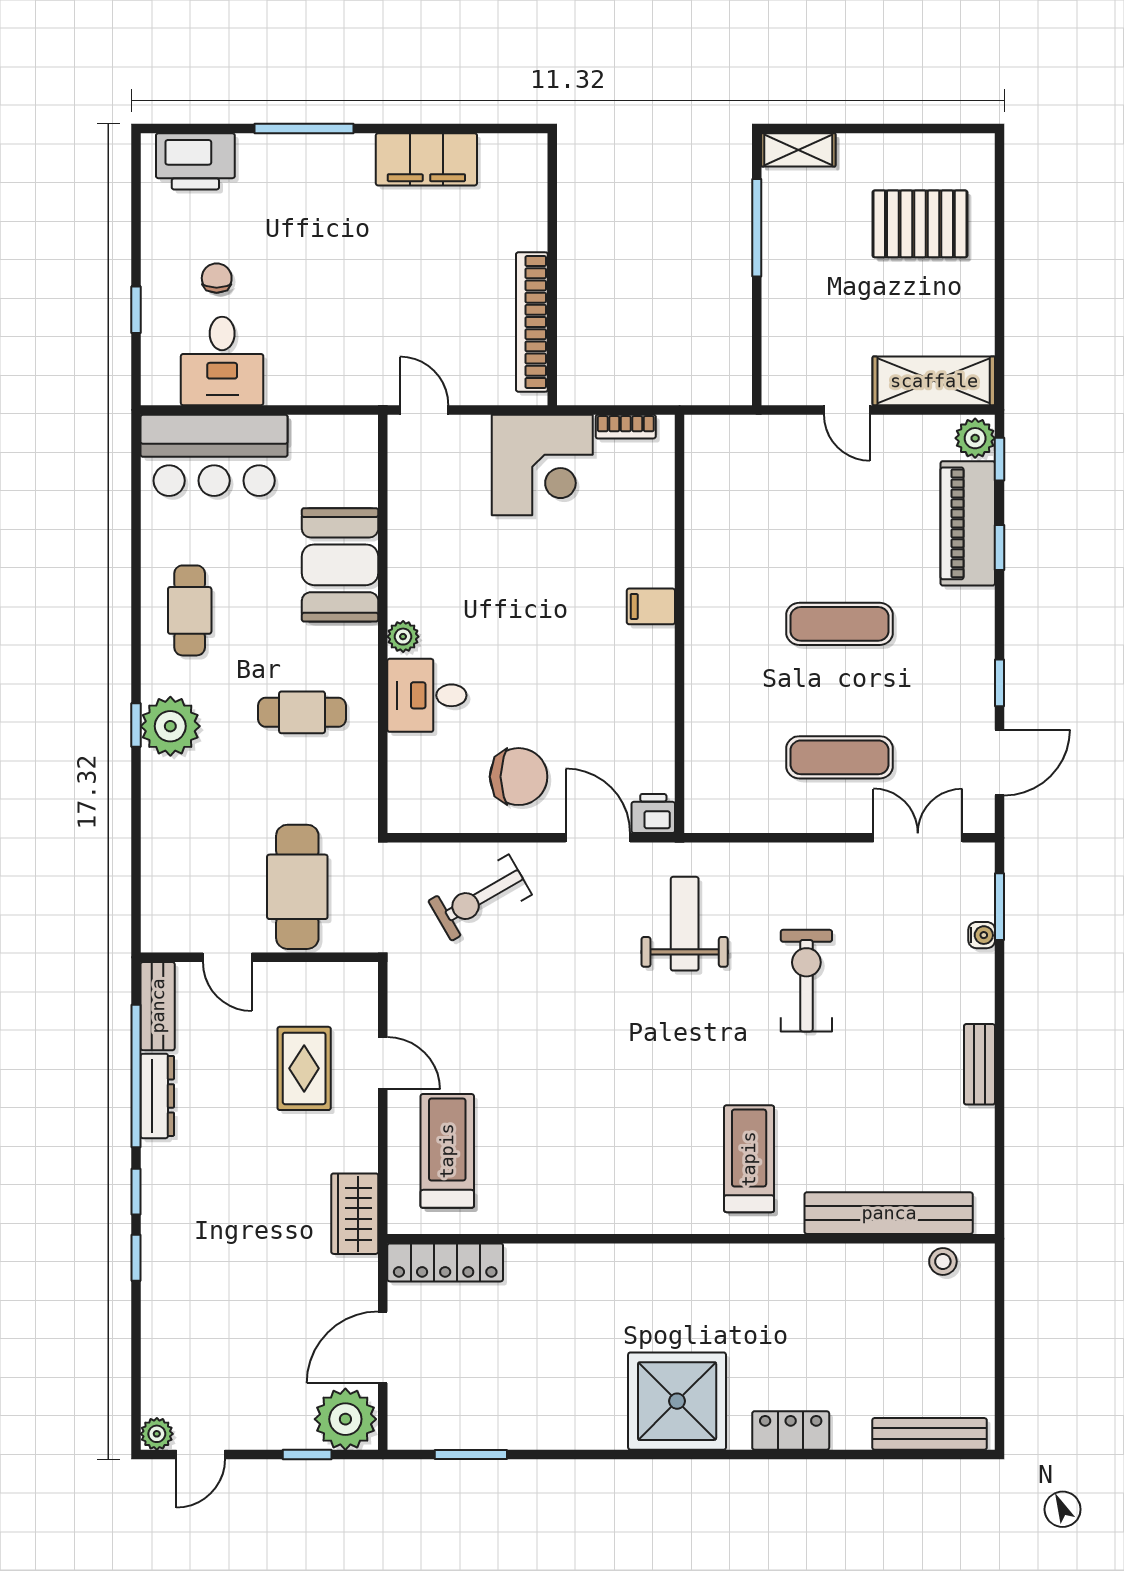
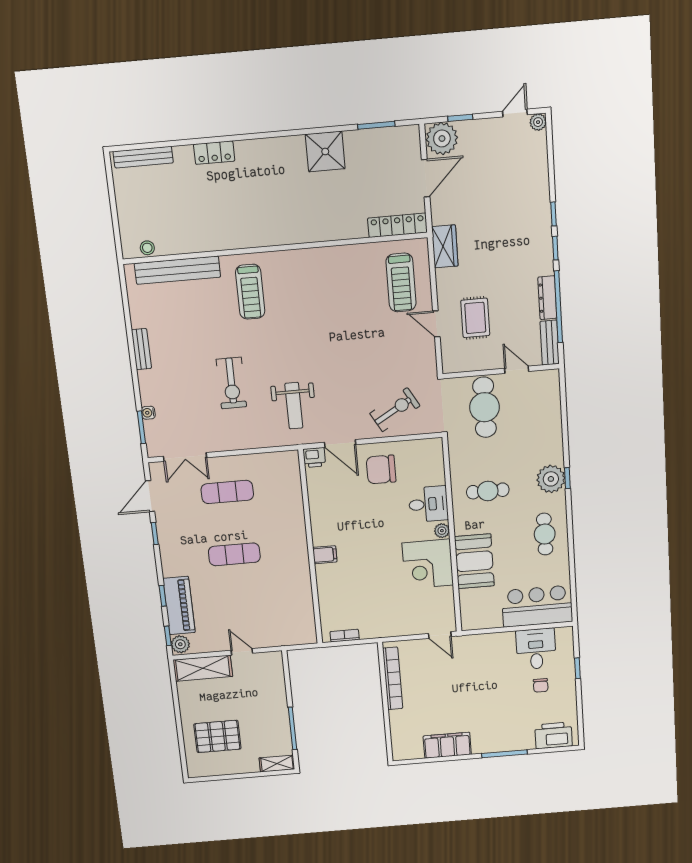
corner desk: (542, 465) -> (428, 564), moved, turned -90
shower: (677, 1401) -> (325, 152), moved, width x0.73, depth x0.73

